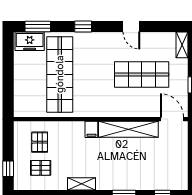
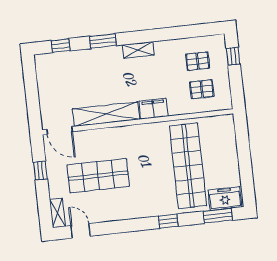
door: (131, 26) -> (81, 231), moved
filing cabinet: (91, 129) -> (153, 109), width x2.00
pallet: (40, 142) -> (202, 89), turned 90
shelving: (82, 184) -> (138, 50), moved

